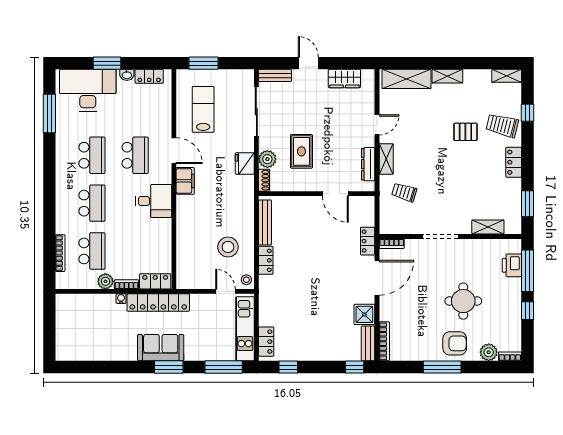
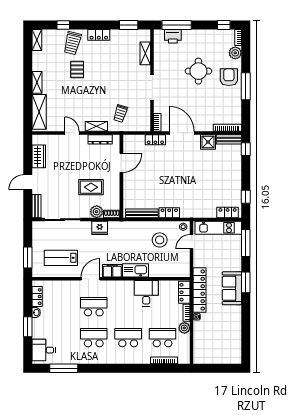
desk: (88, 90) -> (44, 350), width x0.53, depth x0.77
desk: (154, 201) -> (146, 293), moved
kitchen sink: (186, 213) -> (136, 270), added
window: (527, 311) -> (224, 25), moved

